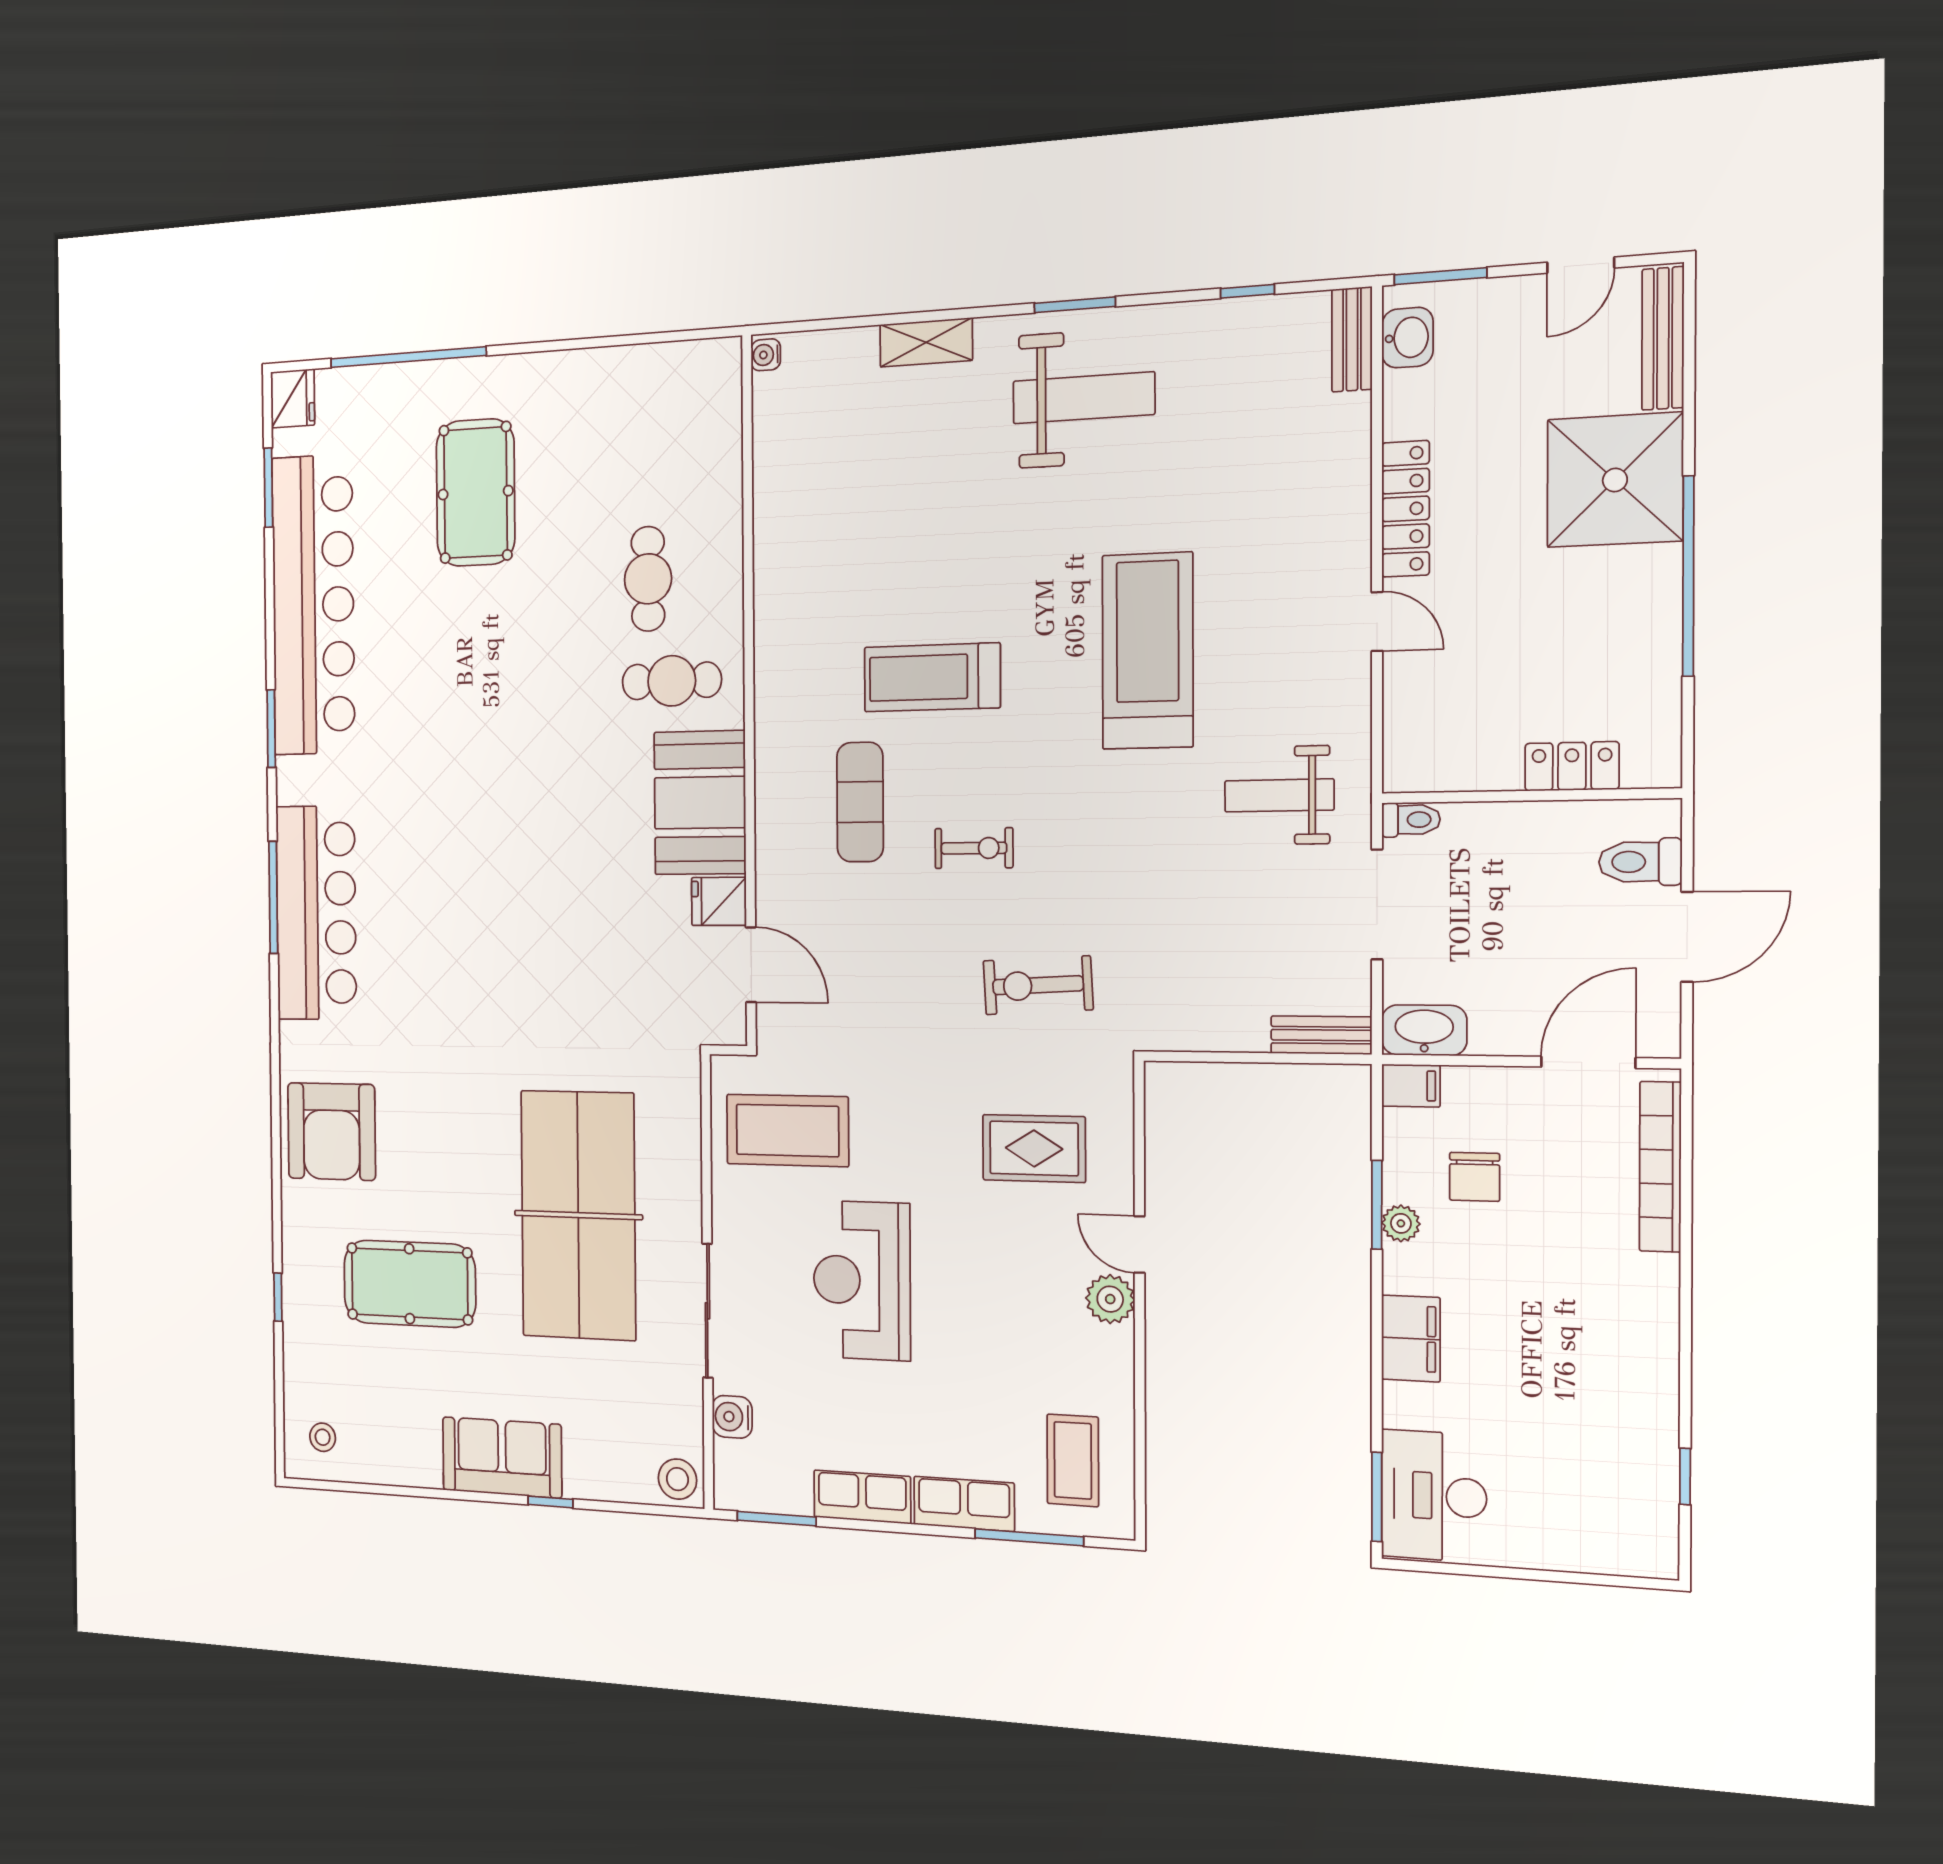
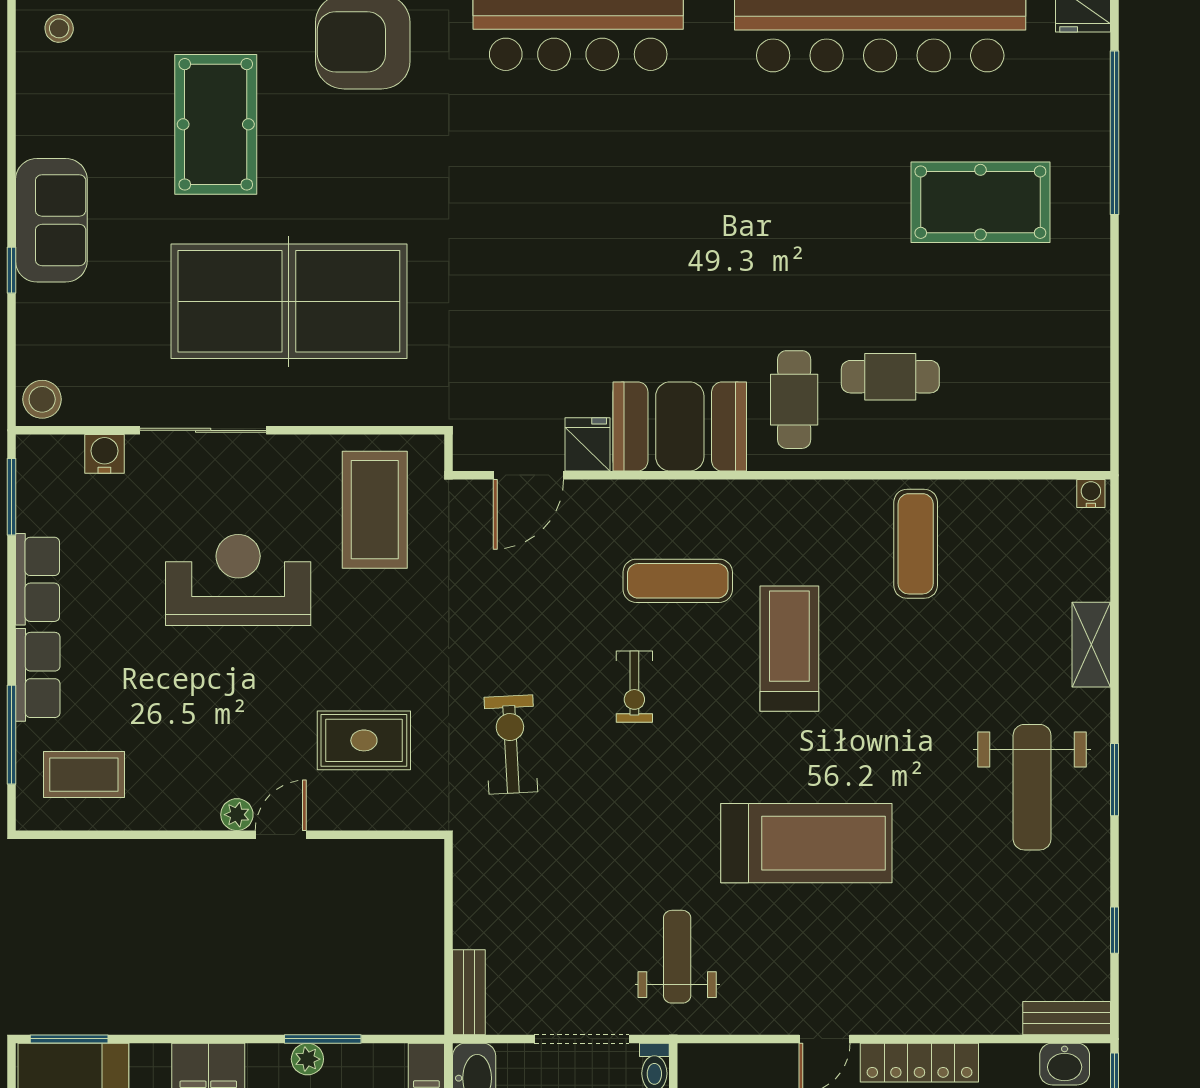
exercise mat: (820, 543) -> (916, 544), added
rug: (1034, 1148) -> (364, 740), turned 90
plant: (1110, 1299) -> (237, 815), width x0.73, depth x0.73

